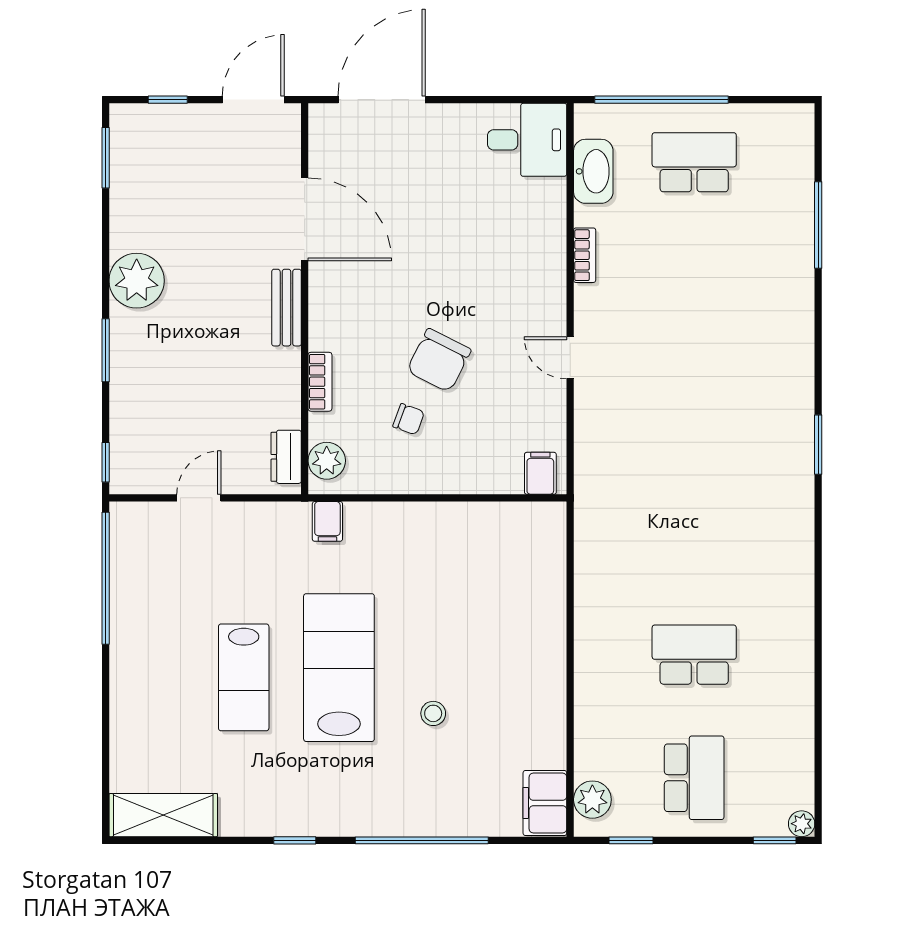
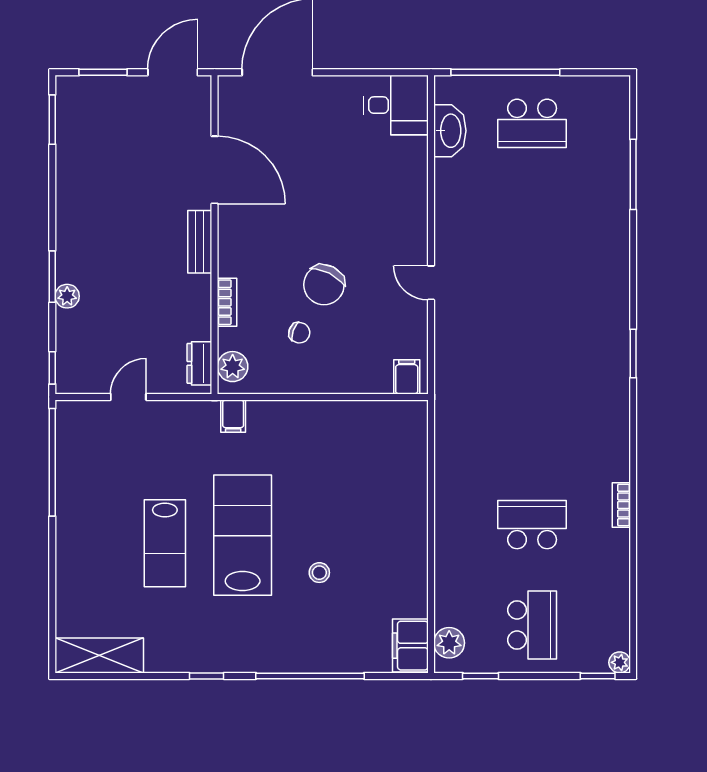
window: (168, 100) -> (103, 72), width x1.50
school desk: (694, 162) -> (532, 123), turned 180
bookcase: (585, 255) -> (621, 505), moved, turned 180
plant: (137, 281) -> (67, 296), moved, width x0.53, depth x0.53

